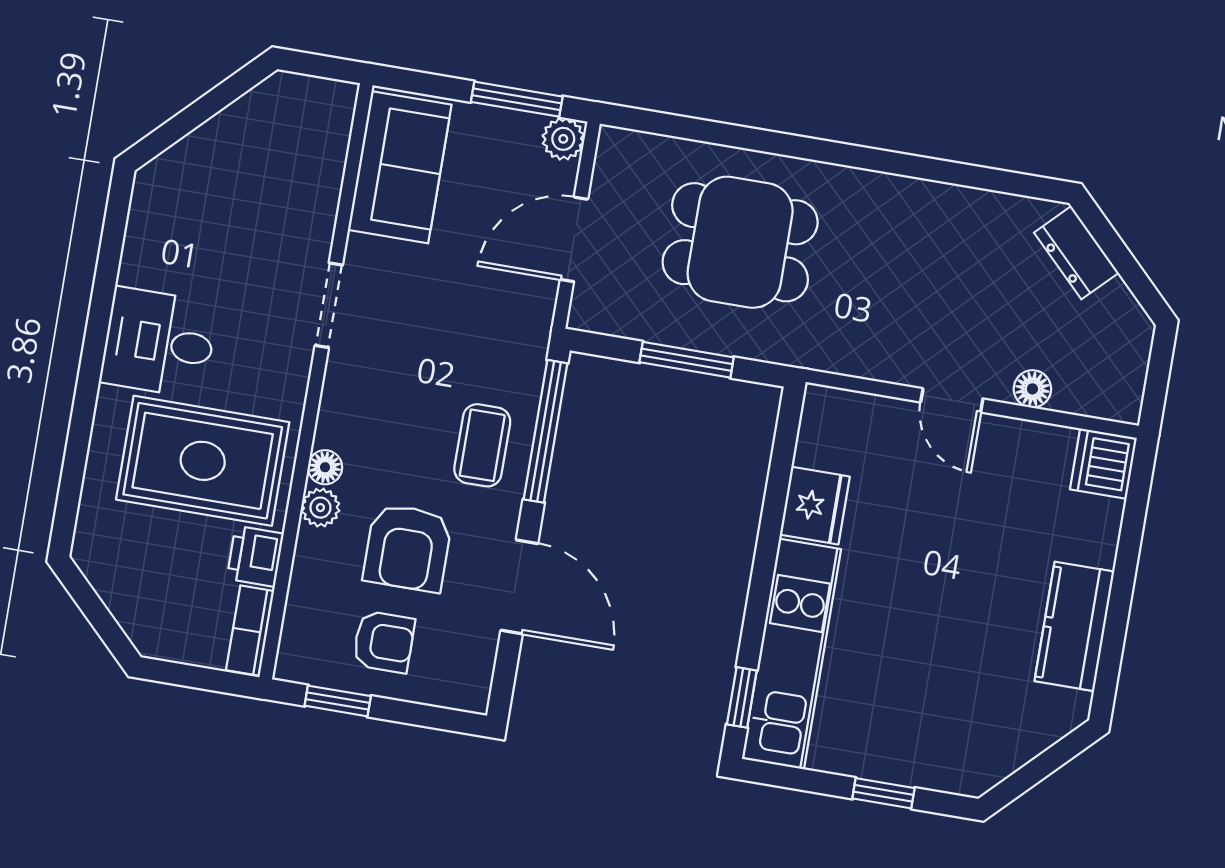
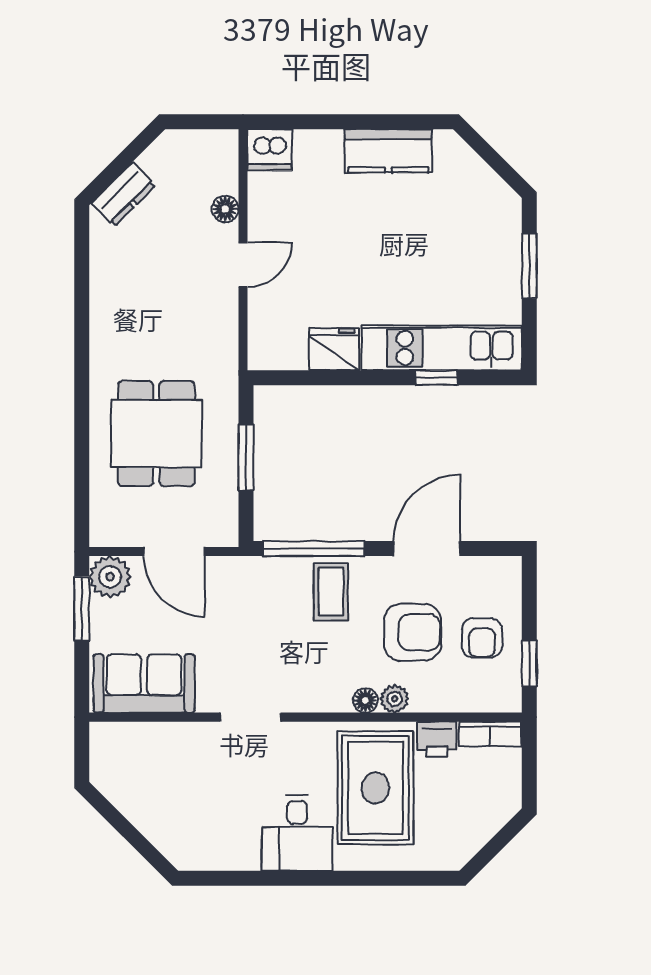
plant: (563, 139) -> (110, 577), width x1.38, depth x1.38
coffee table: (482, 445) -> (331, 592), turned 90
armchair: (384, 642) -> (482, 638), turned 180
window: (742, 697) -> (436, 378), moved
window: (883, 793) -> (529, 266), width x1.50

